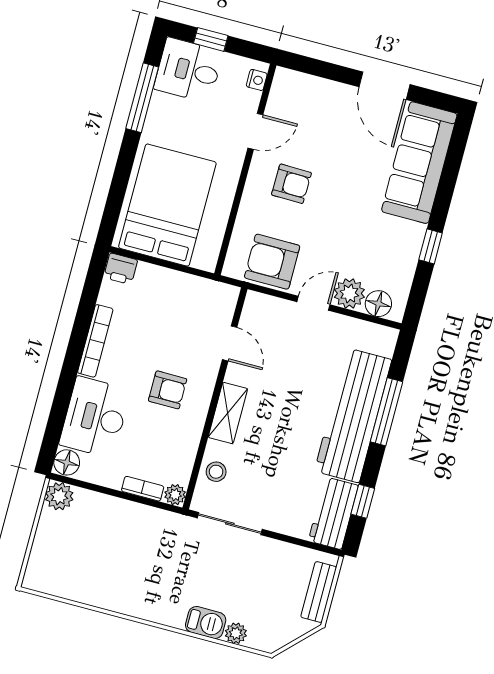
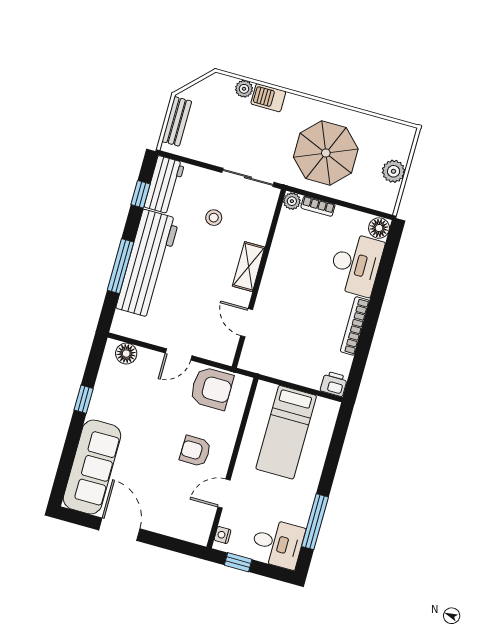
window: (211, 39) -> (238, 562), moved
bed: (167, 205) -> (286, 432), width x0.67
plant: (349, 293) -> (150, 362), removed
armchair: (168, 390) -> (297, 286), removed
stool: (216, 472) -> (214, 218), moved
plant: (59, 496) -> (394, 171), moved
parasol: (134, 555) -> (326, 153), added

